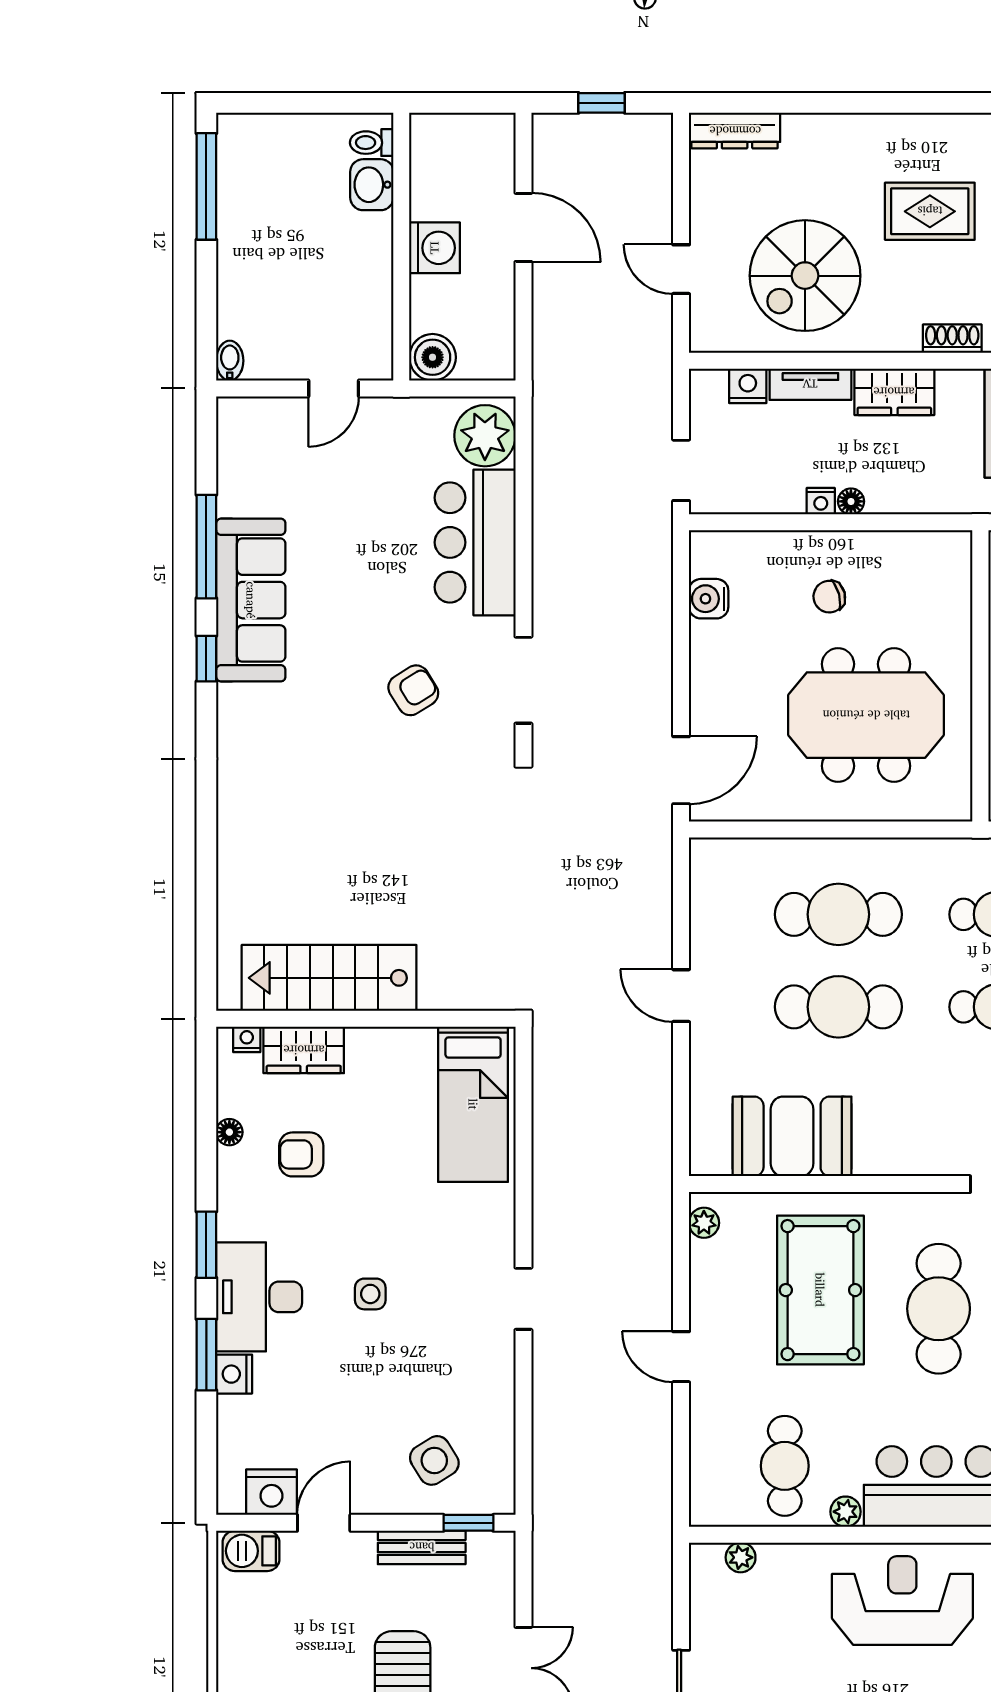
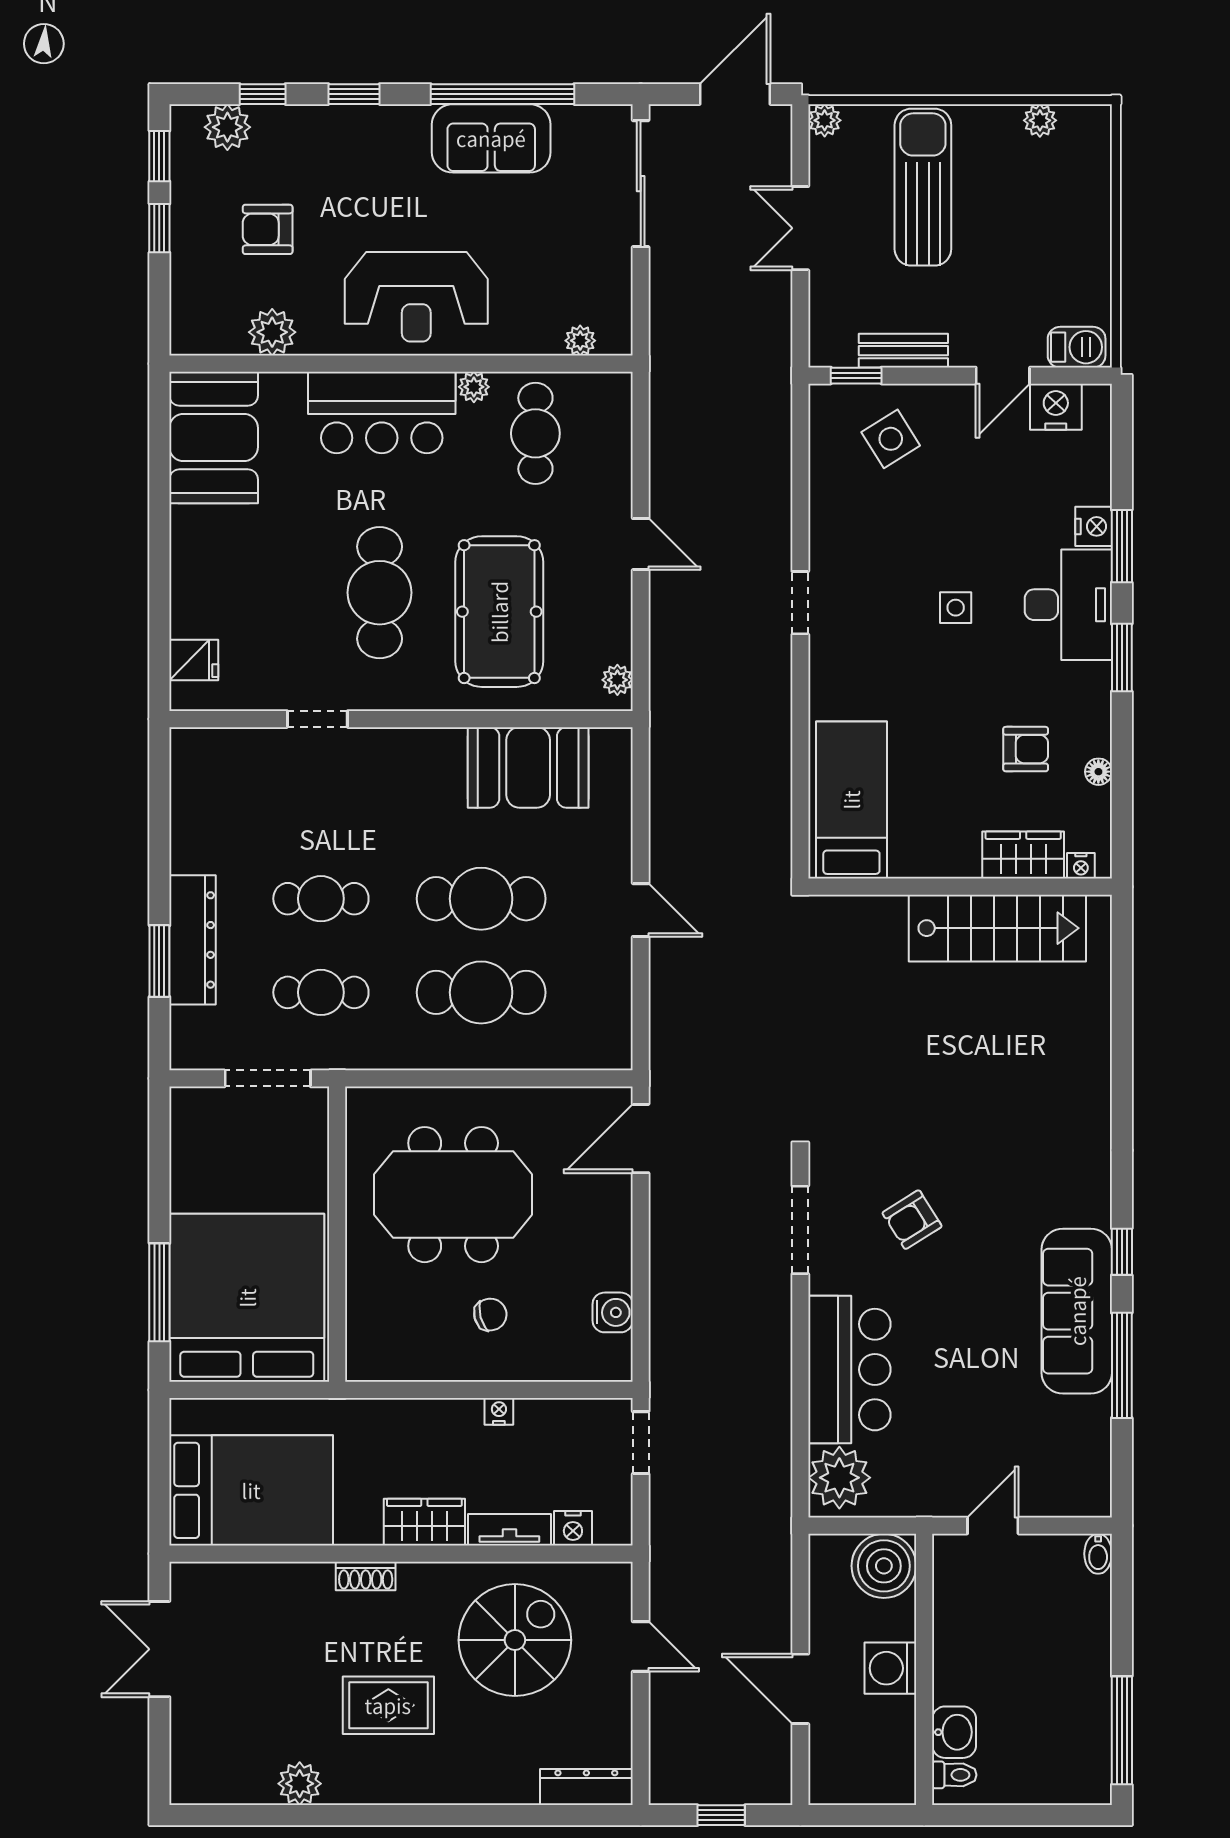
boiler: (433, 357) -> (884, 1566), width x1.37, depth x1.37
floor lamp: (851, 501) -> (468, 1411), removed

